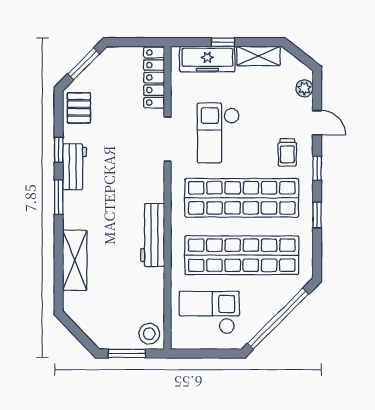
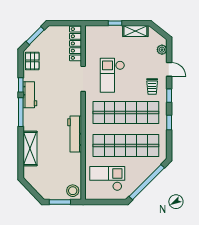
freezer: (207, 59) -> (106, 33), removed
window: (59, 197) -> (21, 112), width x1.44

